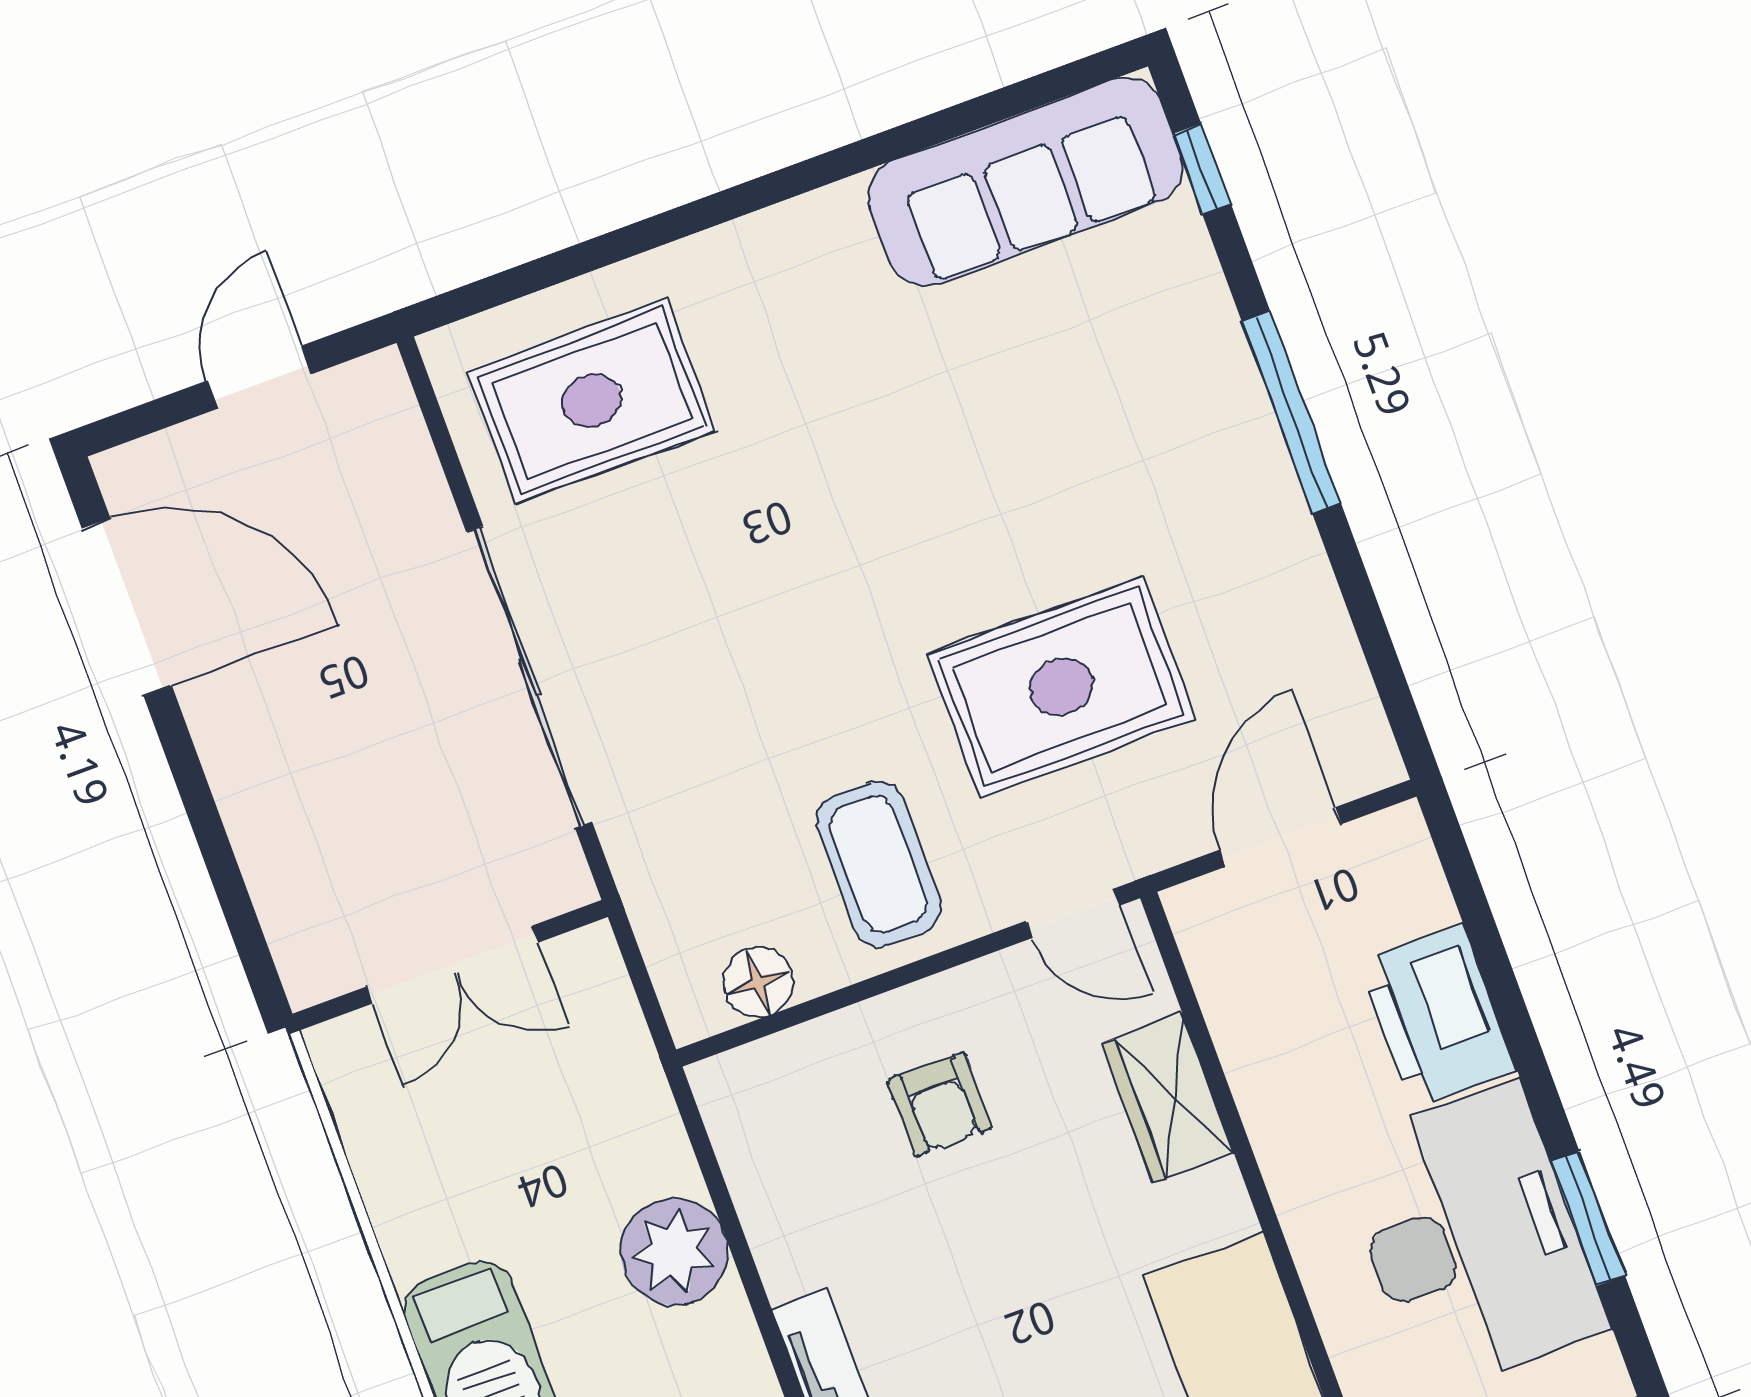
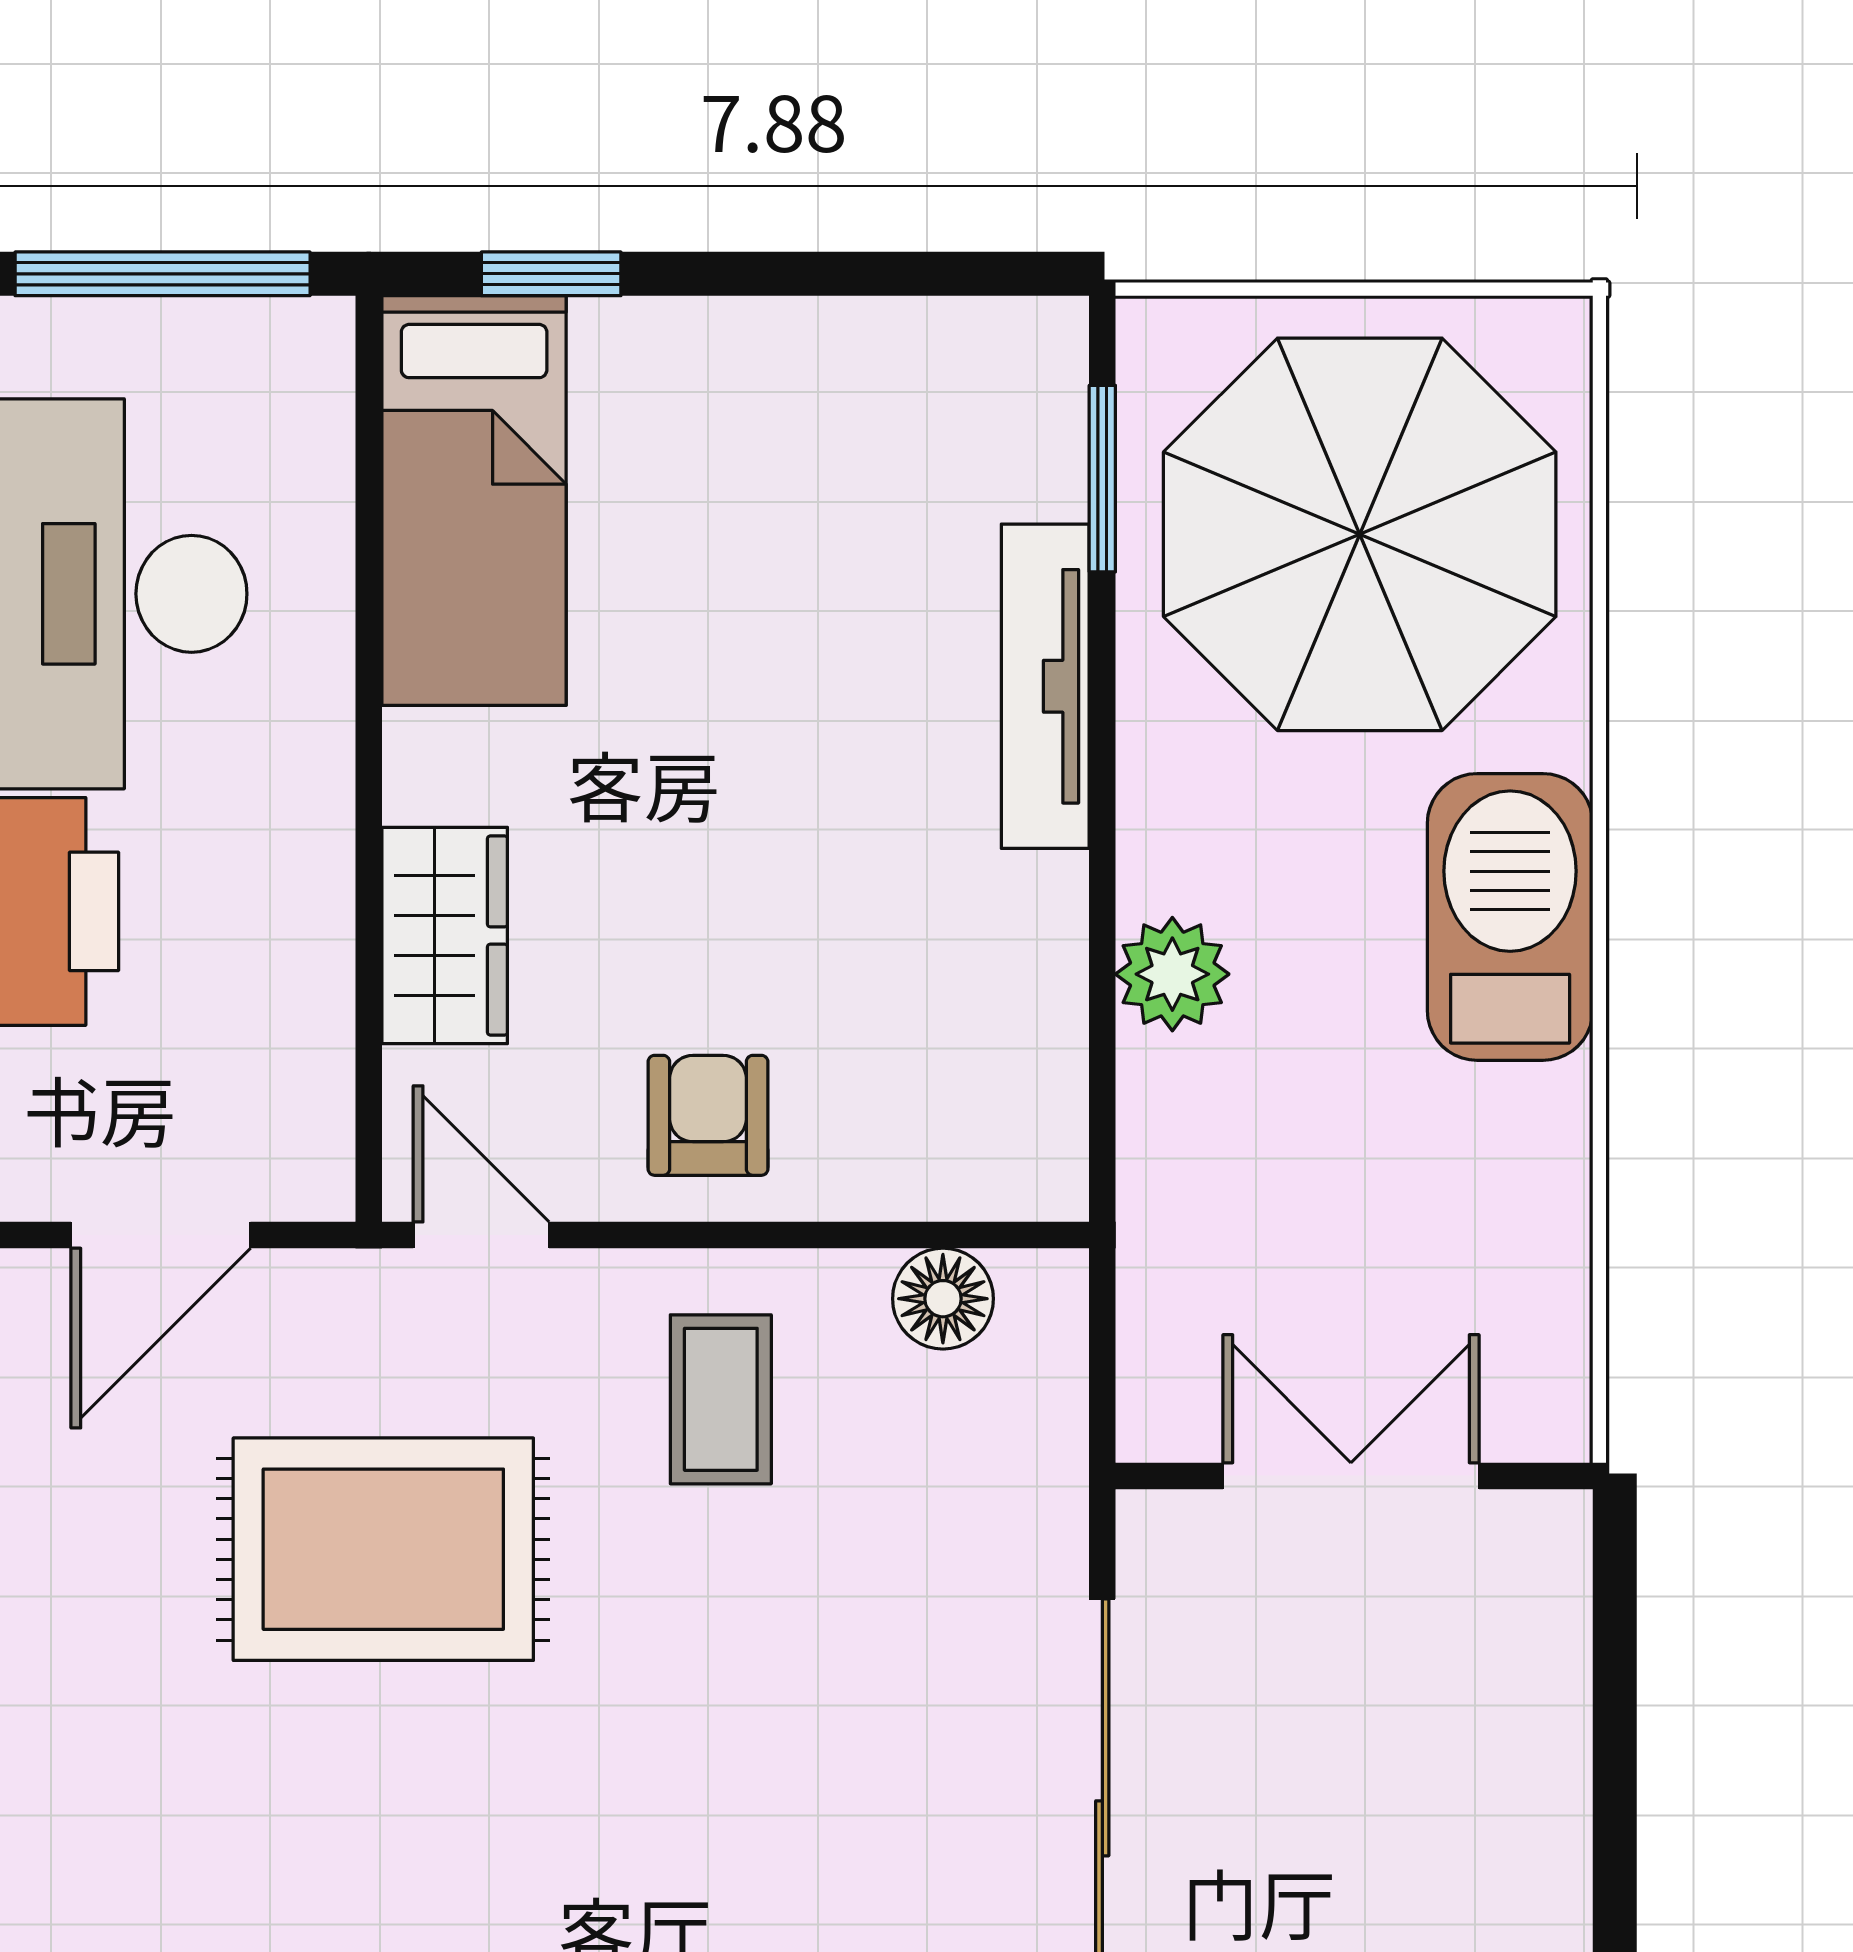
coffee table: (878, 864) -> (721, 1399), width x0.73, depth x0.77
armchair: (940, 1104) -> (708, 1115), moved
plant: (674, 1252) -> (1172, 974), width x0.73, depth x0.73

